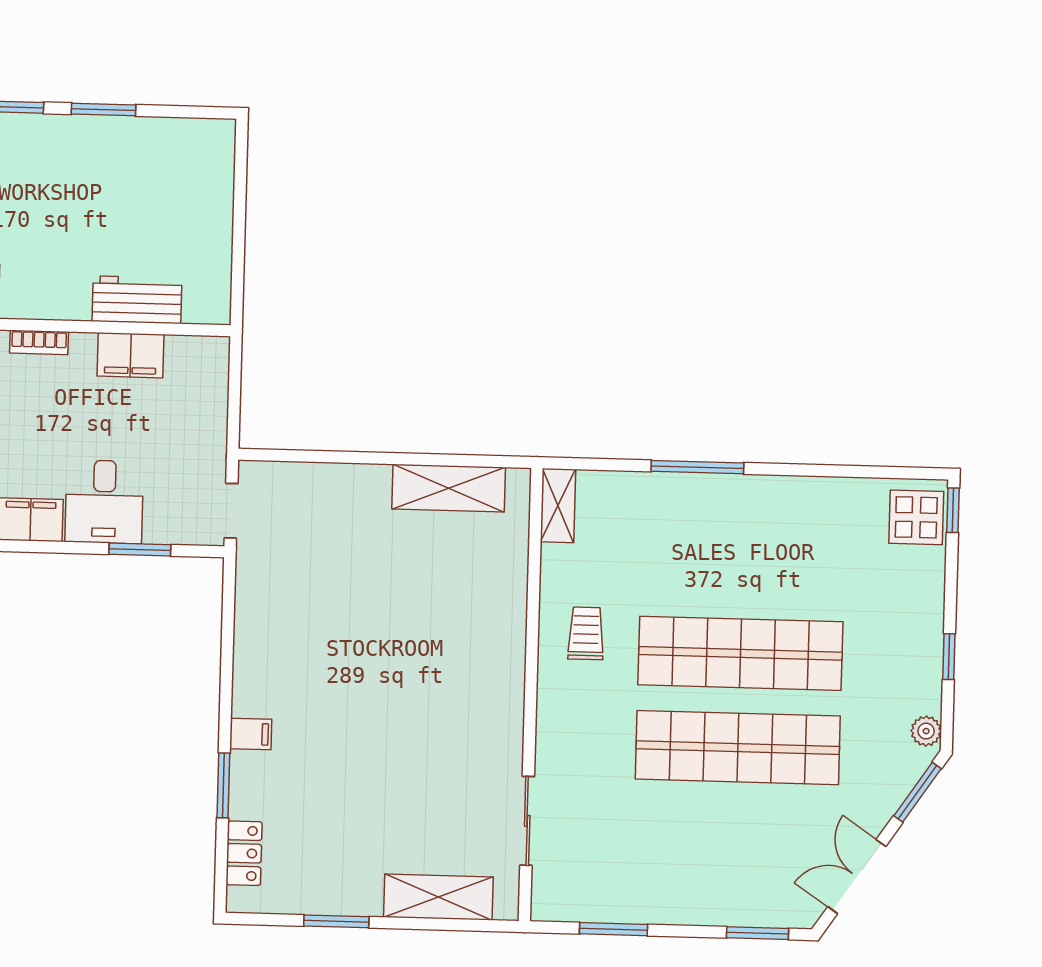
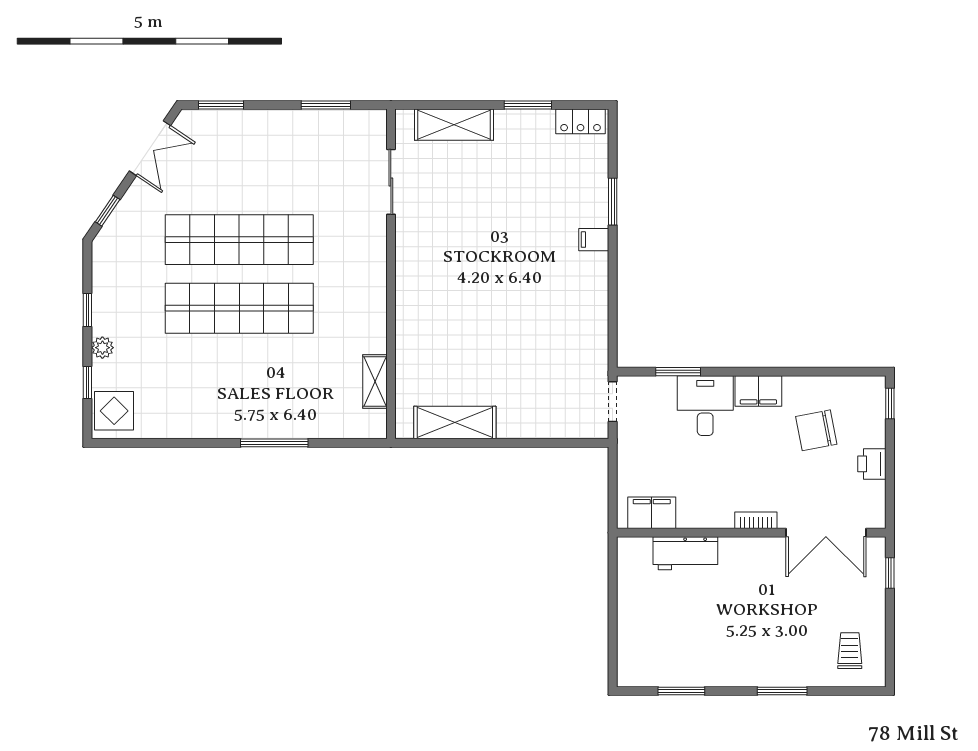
window: (103, 110) -> (681, 691), moved
filing cabinet: (130, 355) -> (652, 513), moved
shelving: (558, 506) -> (375, 382), moved
window: (953, 510) -> (87, 383), moved
trolley: (586, 633) -> (352, 320), removed
plant: (926, 731) -> (102, 348), moved
window: (917, 792) -> (108, 211), width x0.67
locker: (244, 853) -> (581, 121), moved, turned -90

